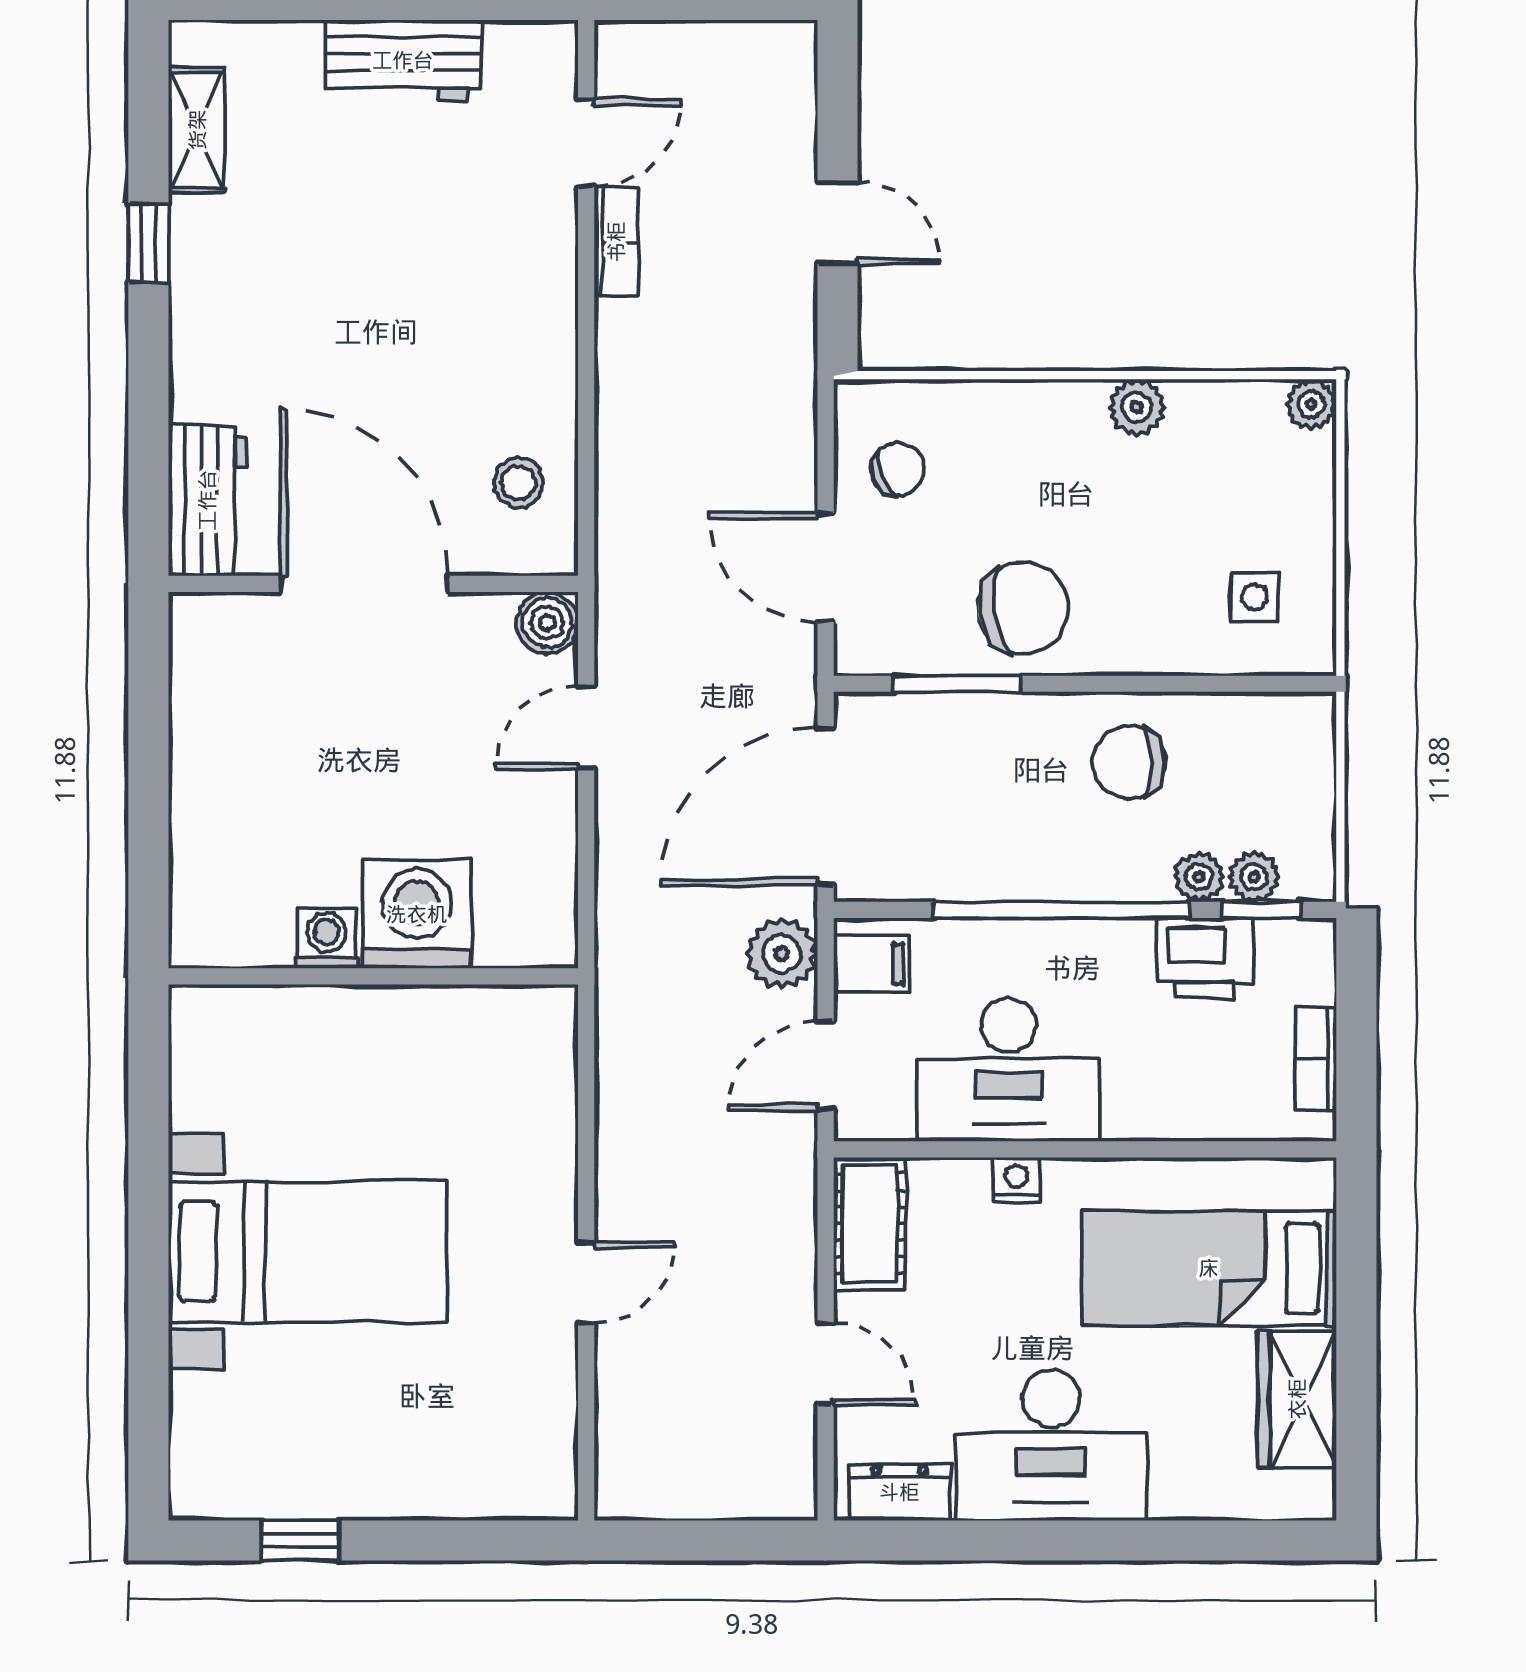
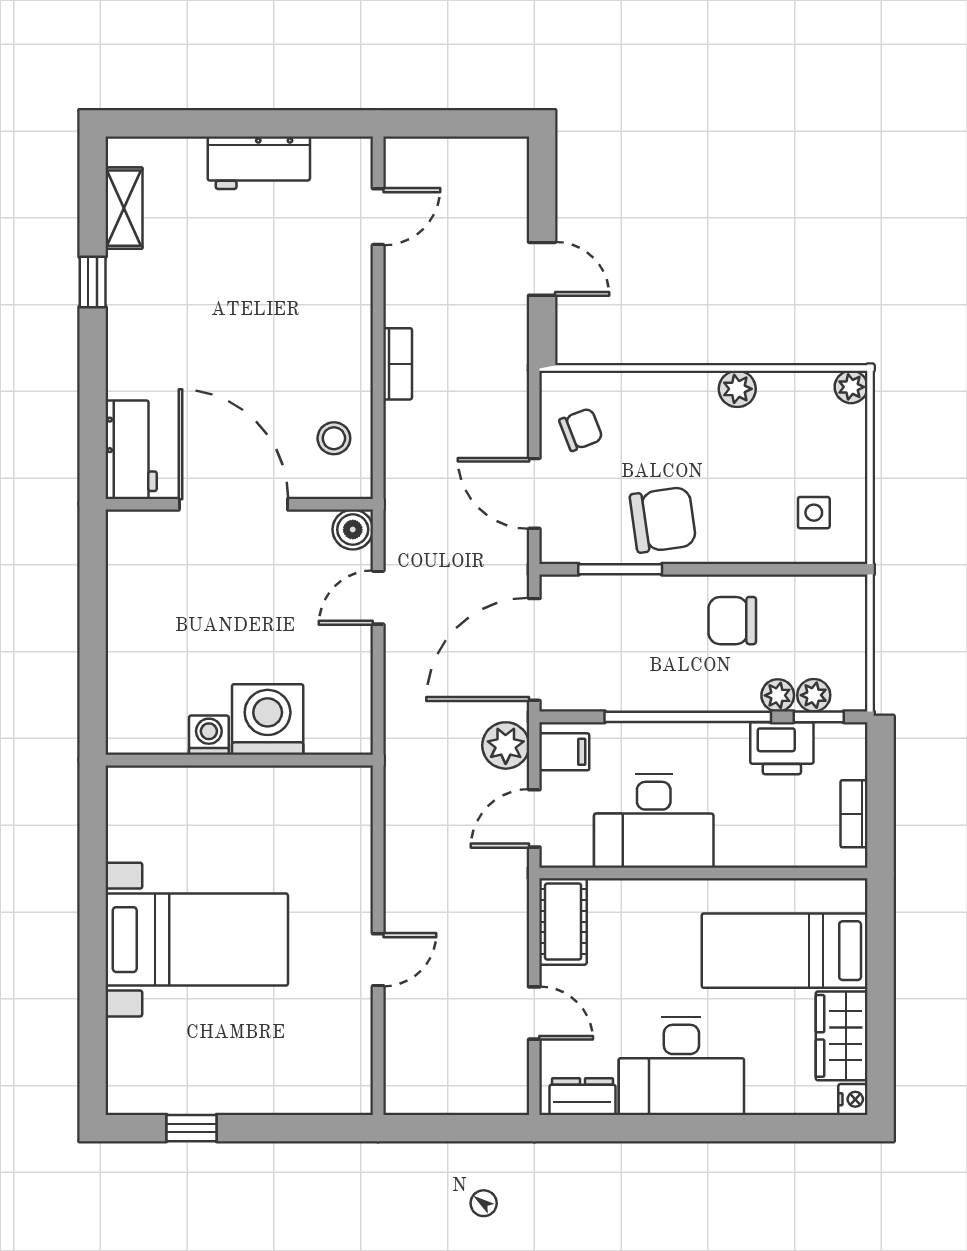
bookcase: (616, 242) -> (398, 364), moved
nightstand: (1016, 1180) -> (853, 1099), moved, turned 90

